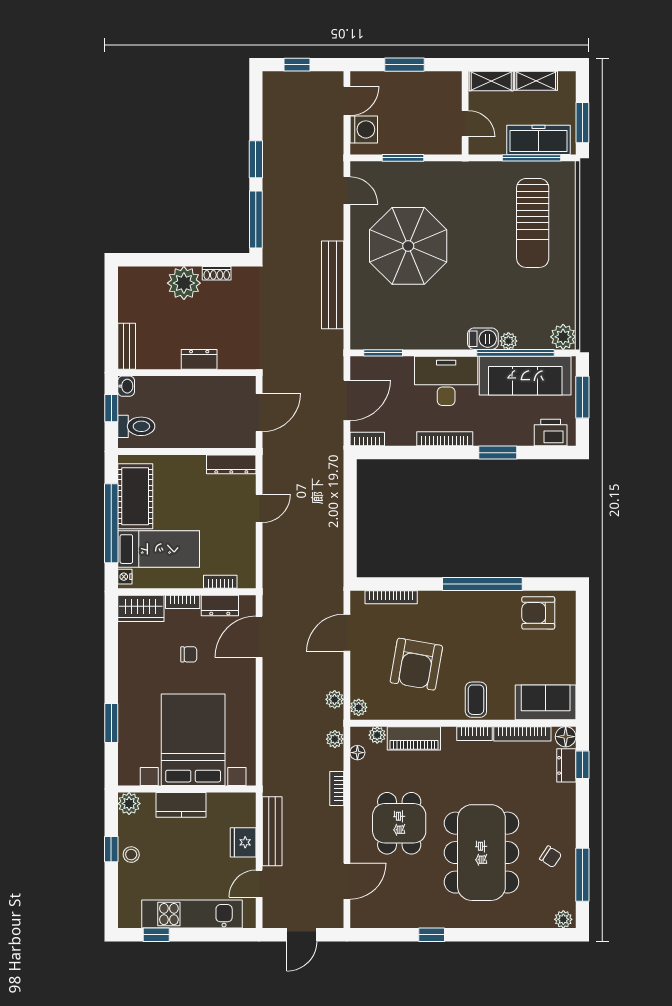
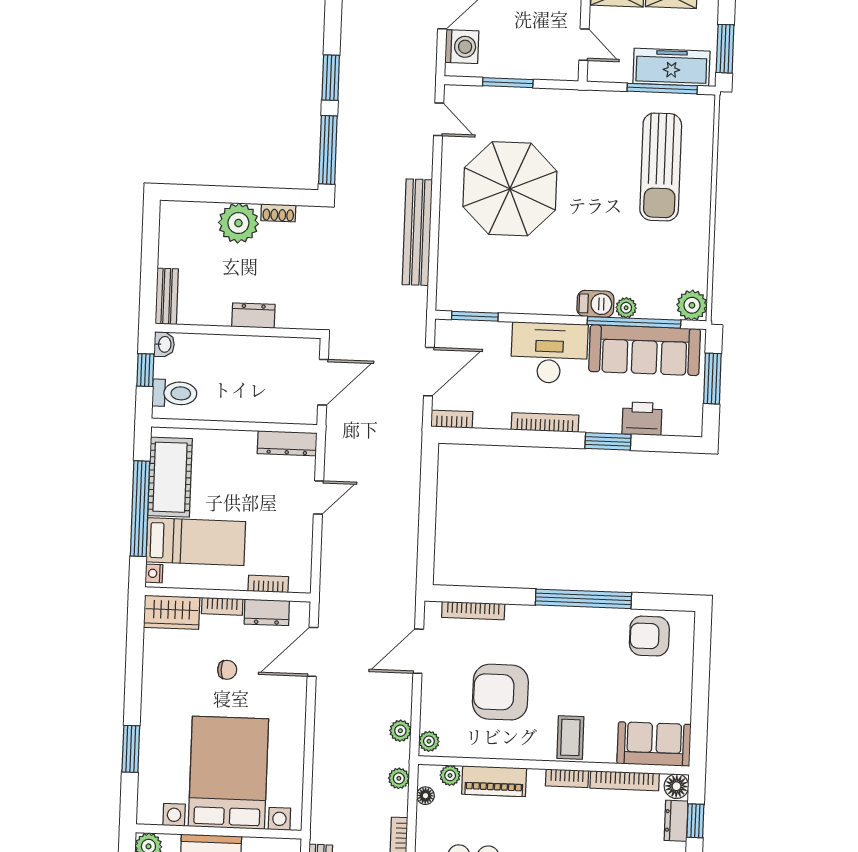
printer: (551, 433) -> (642, 419), moved
armchair: (416, 664) -> (500, 692), turned 80

